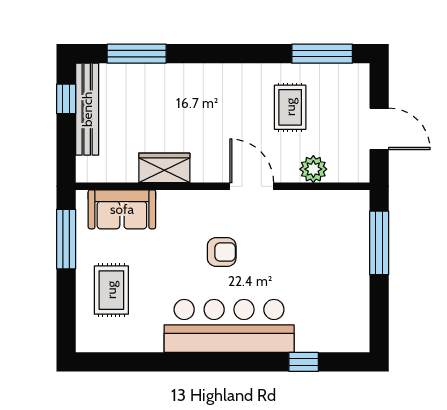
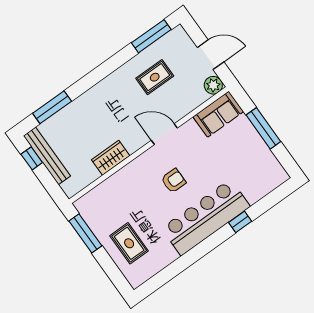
rug: (290, 107) -> (155, 77), turned 90
plant: (313, 169) -> (213, 85), moved
sofa: (122, 209) -> (218, 114), moved
window: (379, 243) -> (263, 128), moved
window: (304, 362) -> (240, 222), moved

